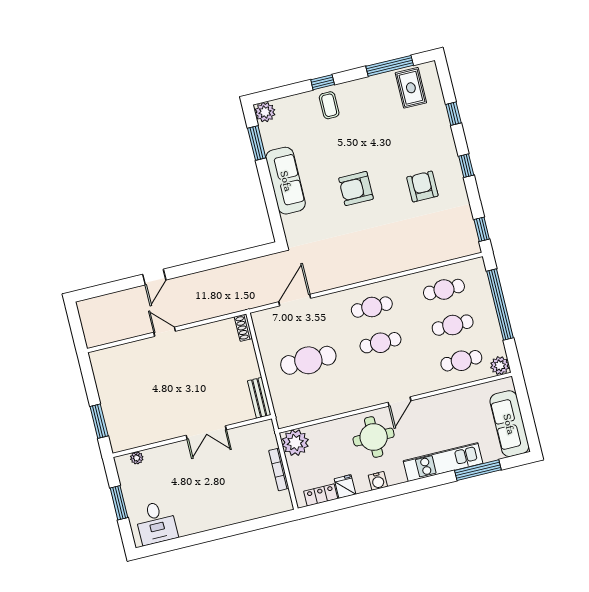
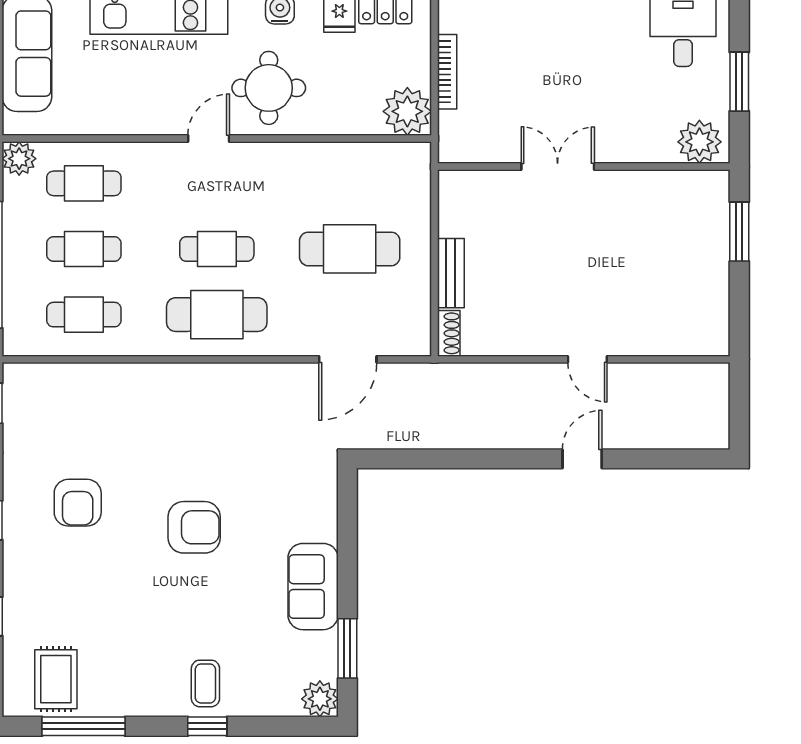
sofa: (286, 181) -> (313, 587), width x0.73
cafe table: (372, 307) -> (217, 315), width x1.37, depth x1.35
bench: (259, 398) -> (451, 273), moved
plant: (137, 458) -> (699, 142), width x1.88, depth x1.88

